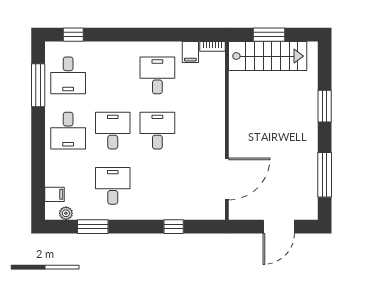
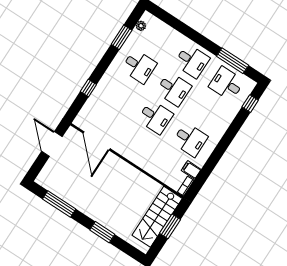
desk: (68, 131) -> (192, 61), turned 180
filing cabinet: (55, 194) -> (157, 26), removed
door: (279, 227) -> (52, 144), moved

